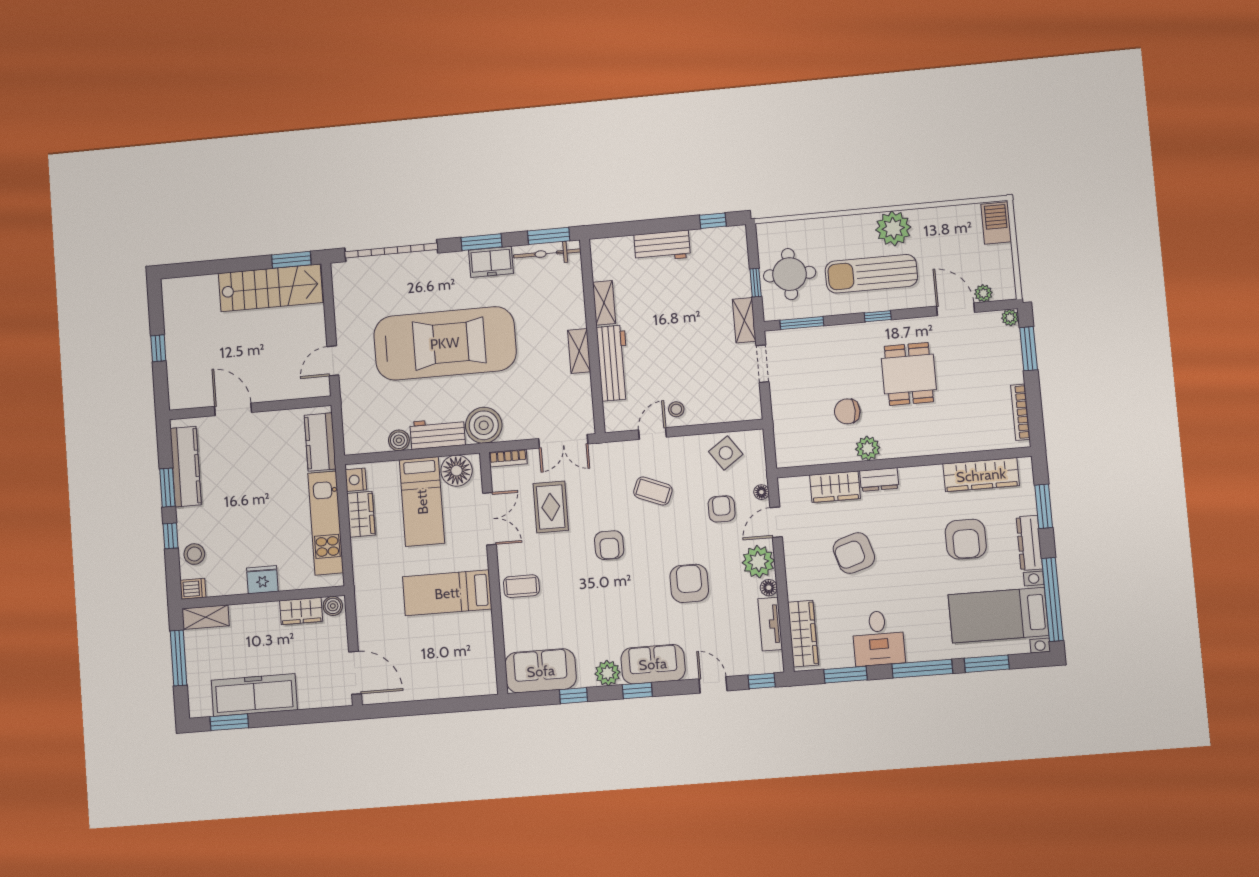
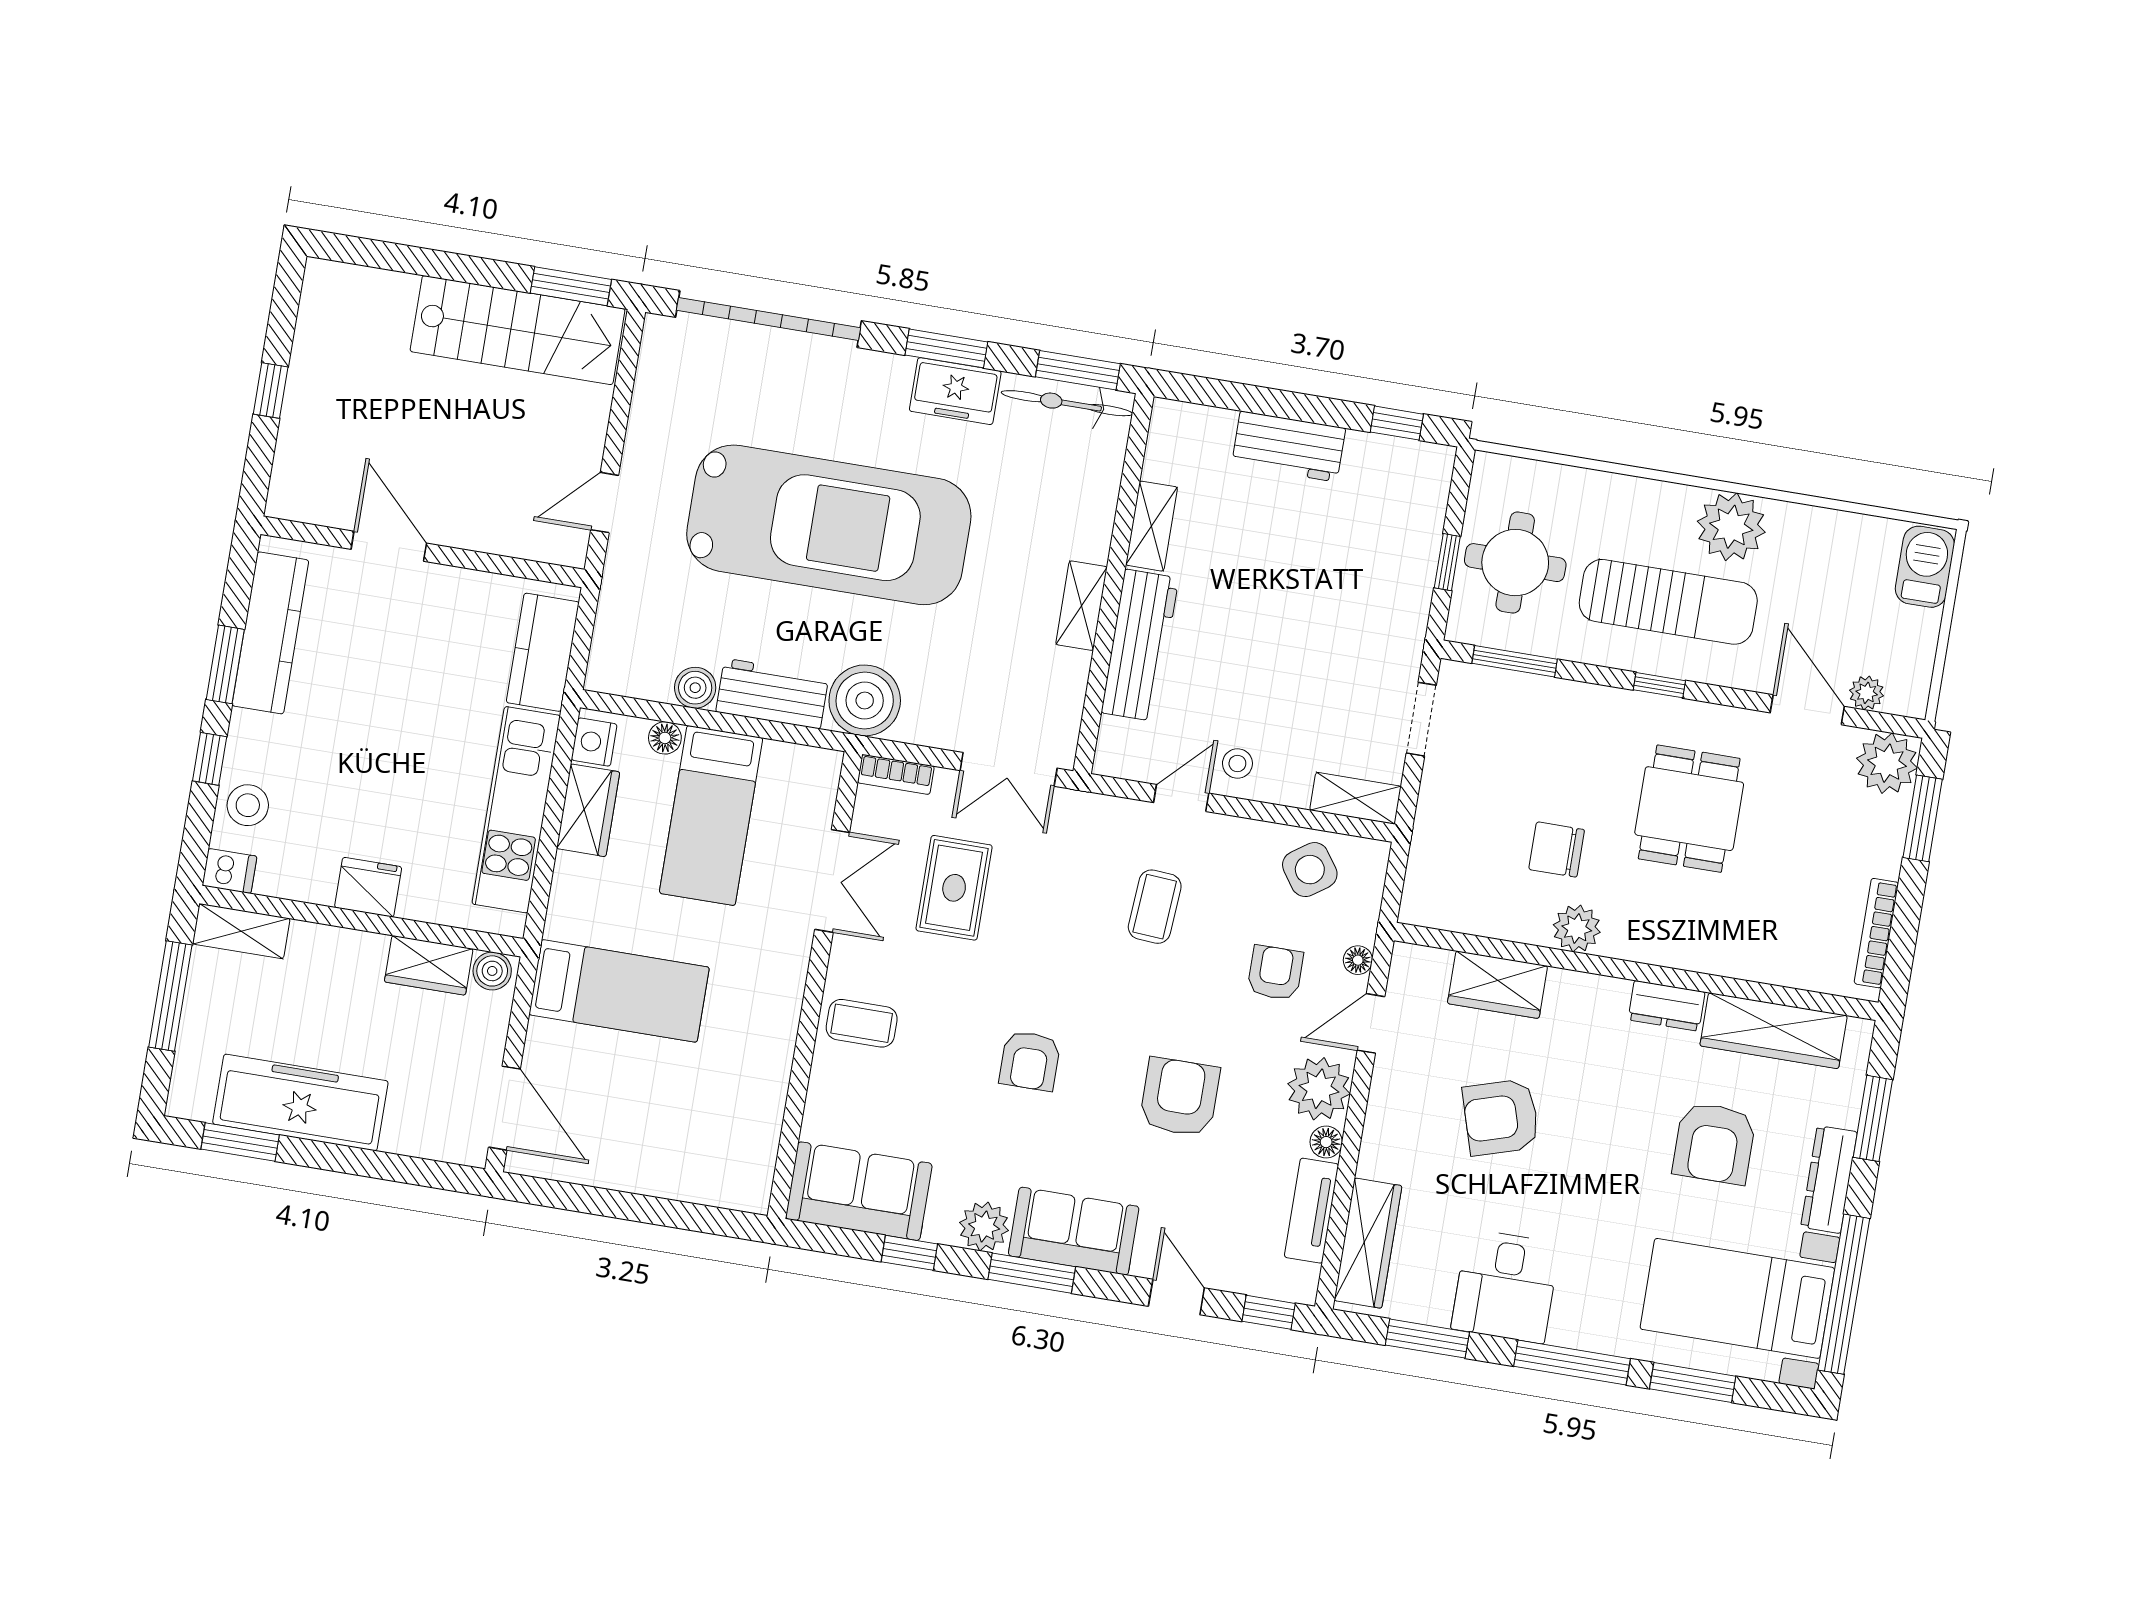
sun lounger: (871, 274) -> (1668, 602), turned 180
plant: (1010, 318) -> (1887, 763), width x1.87, depth x1.87
shelving: (744, 320) -> (1355, 798), moved, turned 90
floor lamp: (457, 471) -> (665, 738), moved, width x0.53, depth x0.53
dresser: (879, 479) -> (1667, 1006), moved
coffee table: (653, 491) -> (1155, 907), turned 72
armchair: (609, 545) -> (1030, 1061), moved
bed: (447, 593) -> (619, 991), moved, turned 180
window: (637, 691) -> (1032, 1273), width x1.50

